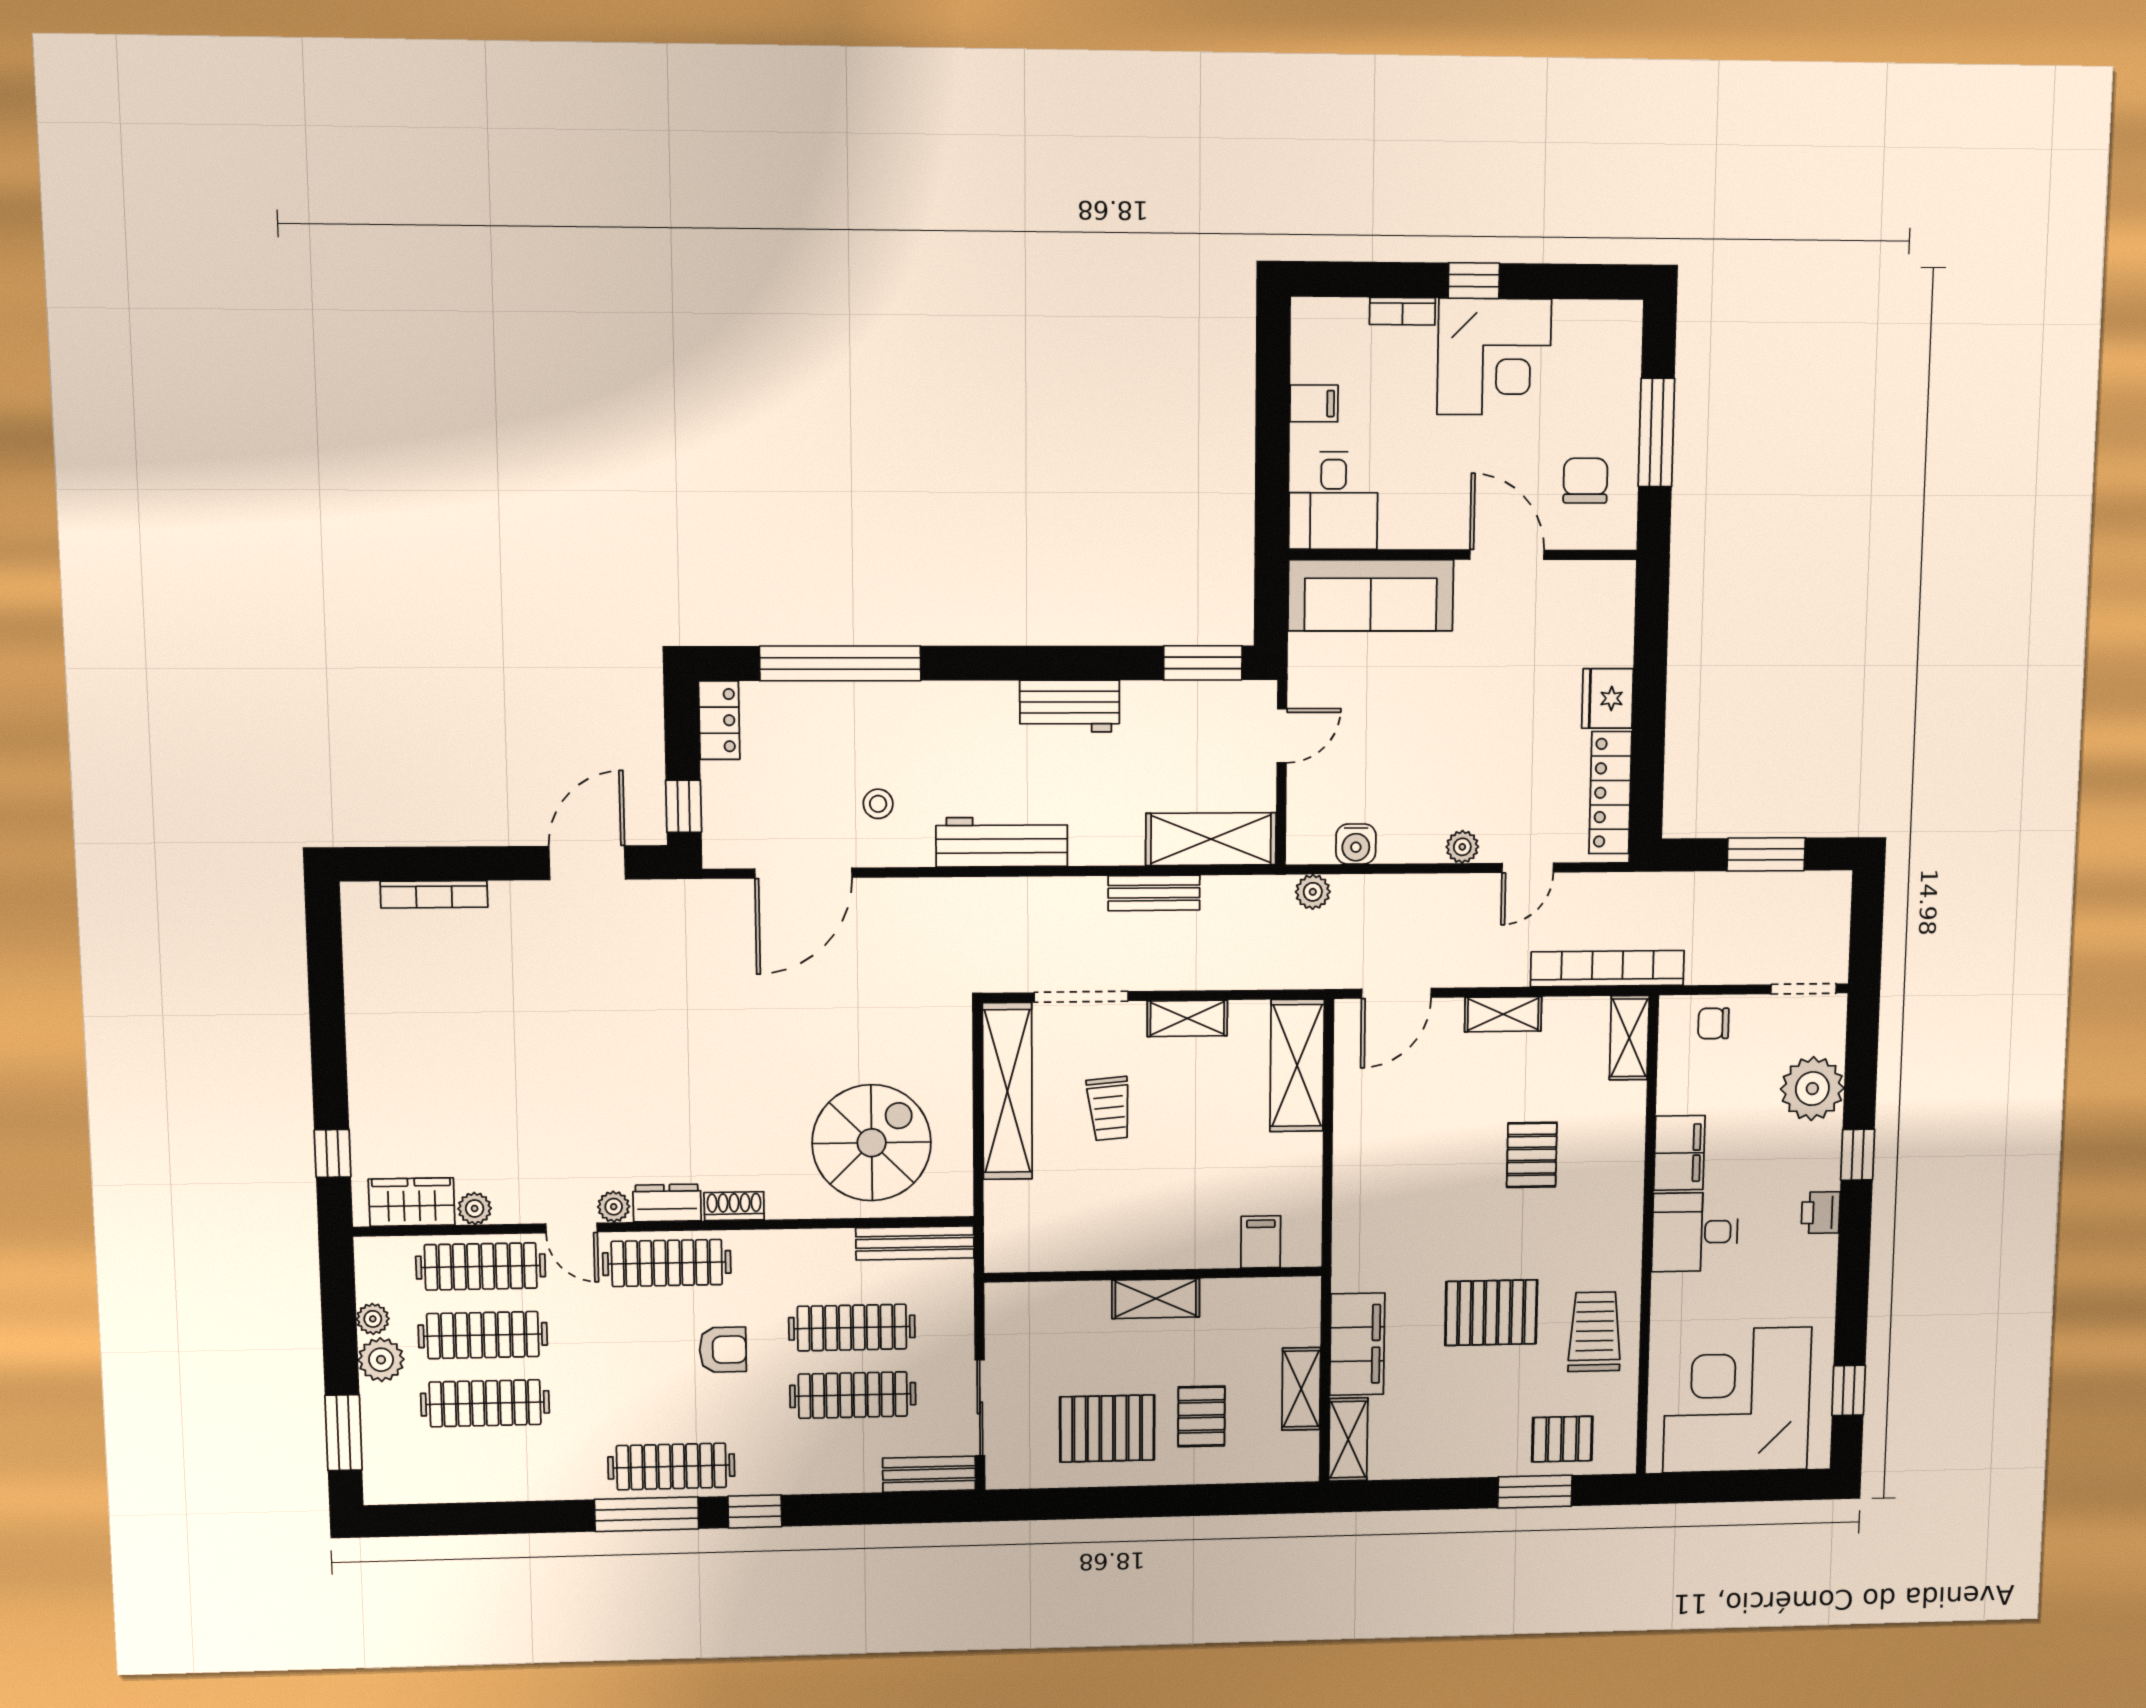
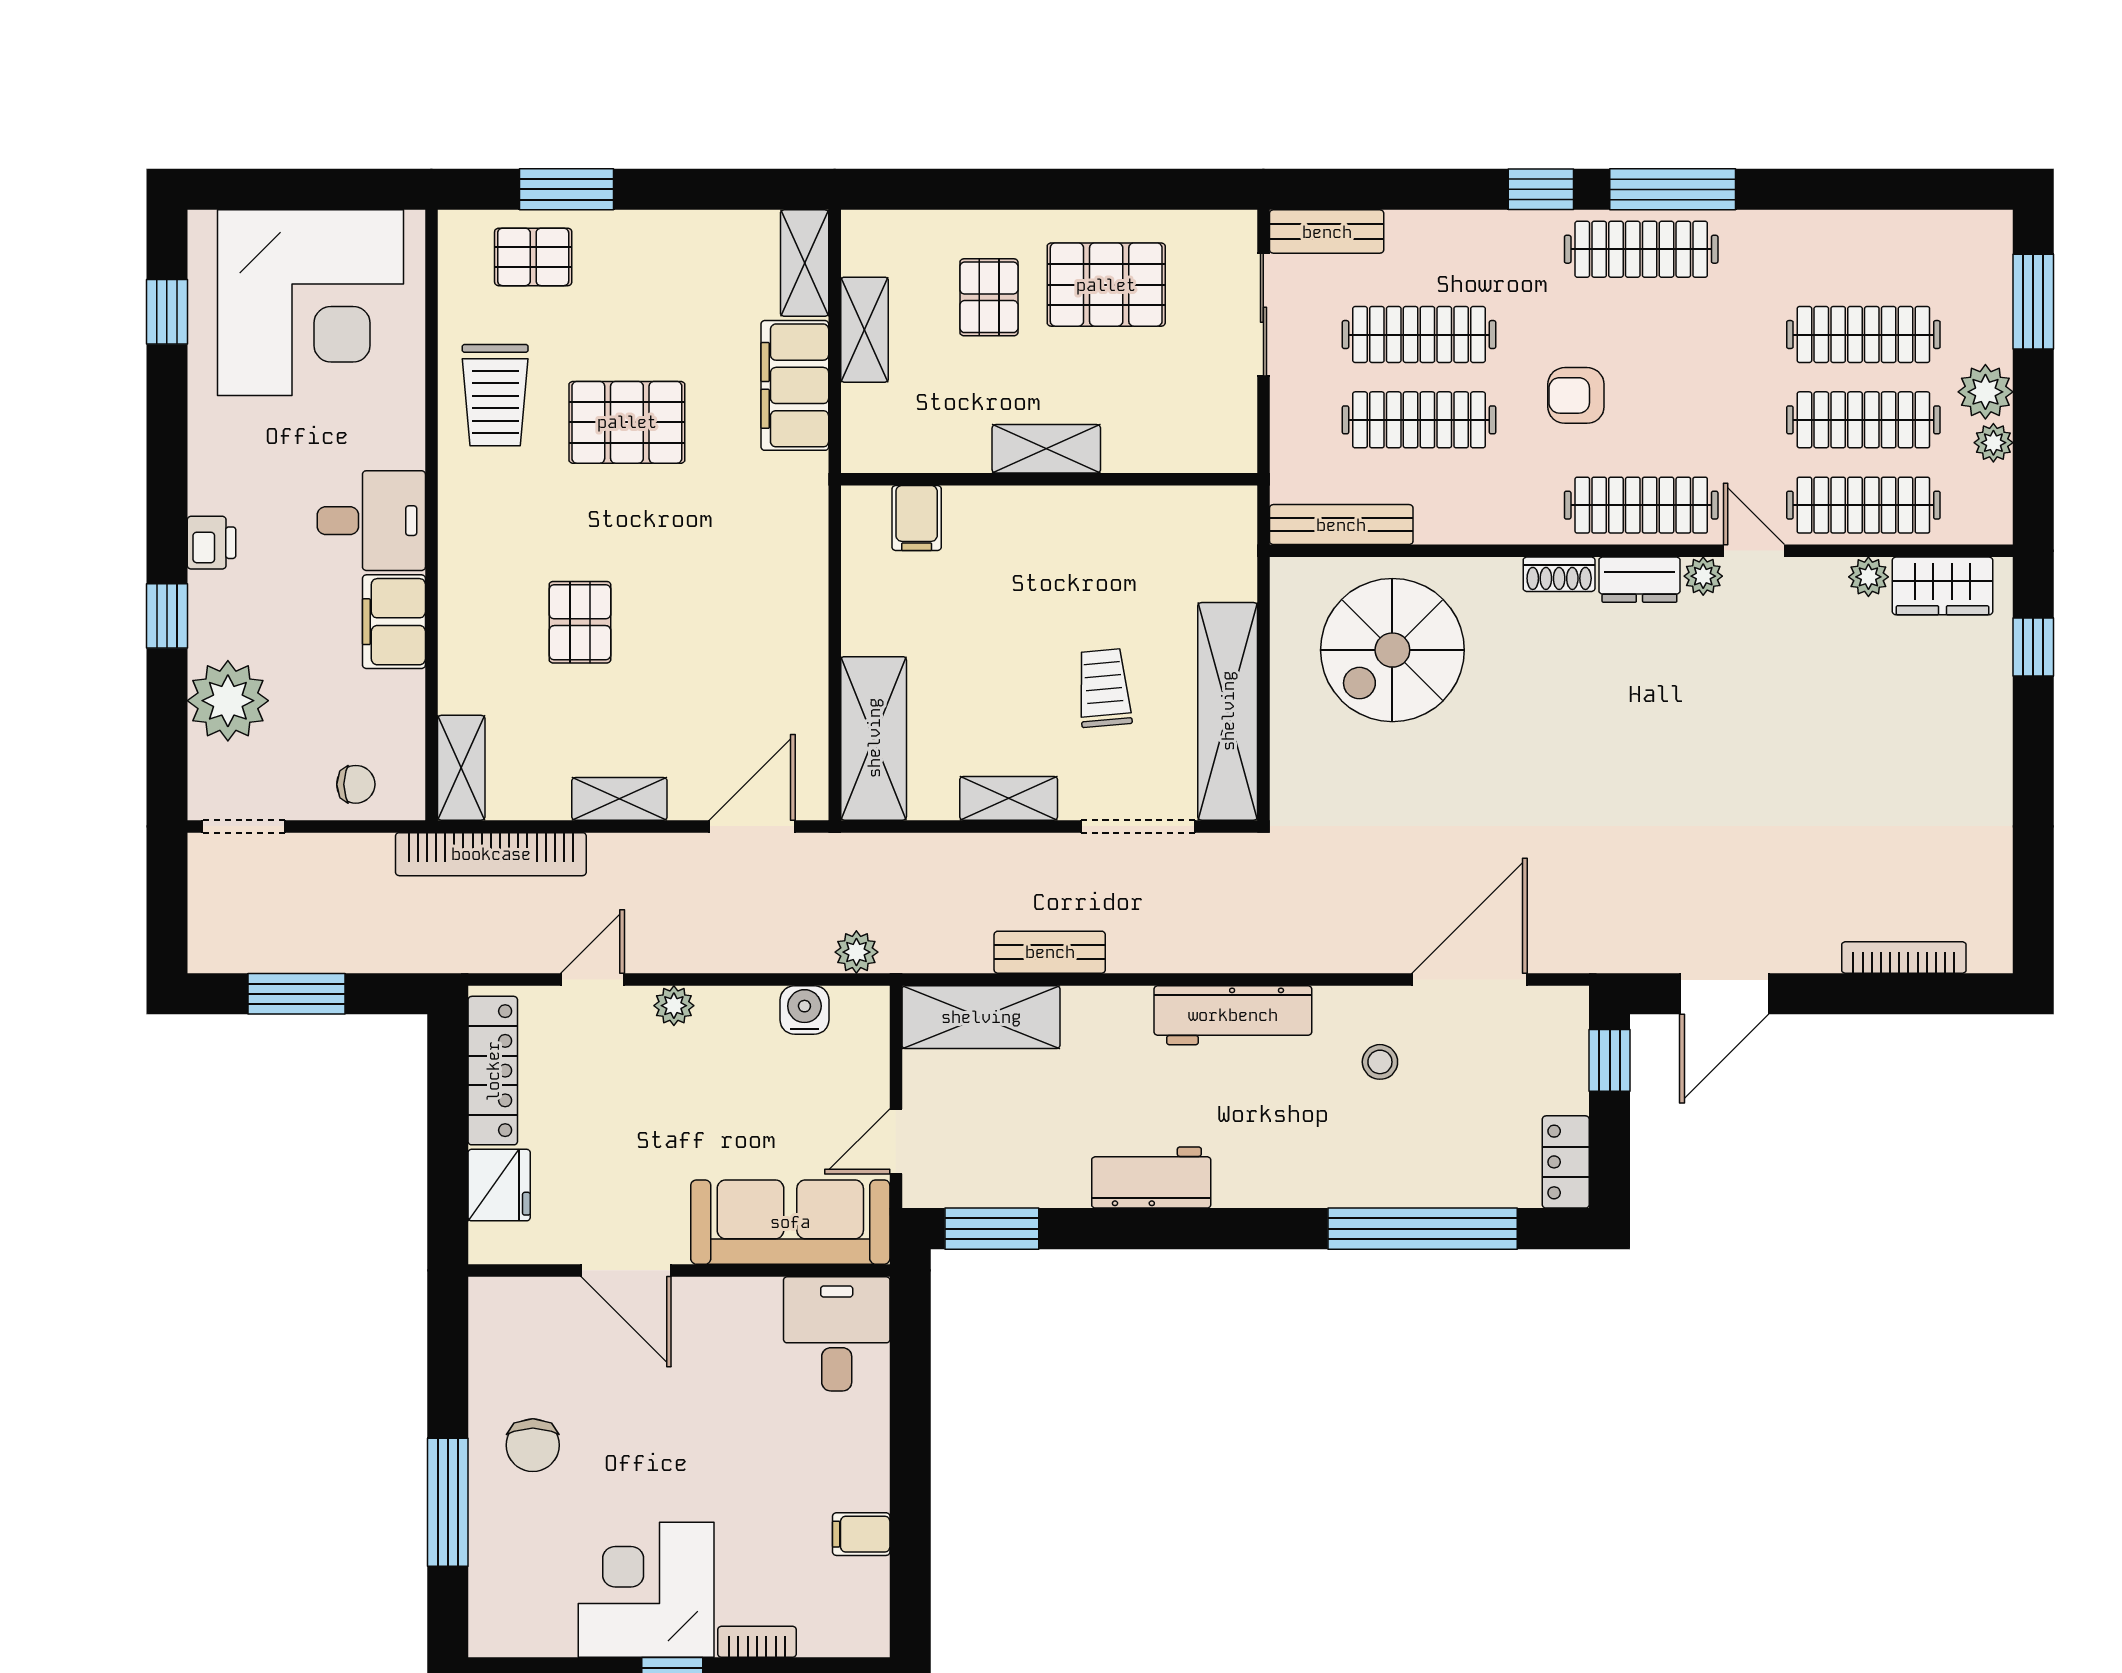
desk: (1333, 501) -> (837, 1334), moved
wall: (1463, 555) -> (679, 1270), moved
door: (1507, 555) -> (626, 1270), moved
sofa: (1371, 595) -> (790, 1222), moved

